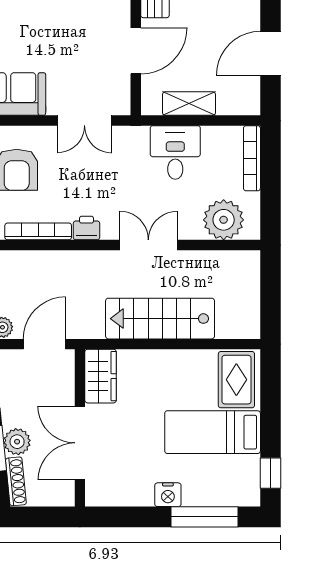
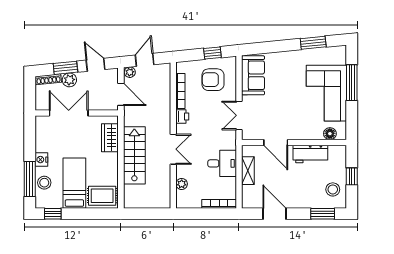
plant: (224, 220) -> (182, 184), width x0.53, depth x0.53
wardrobe: (101, 376) -> (110, 138), moved, turned 90
stool: (212, 489) -> (44, 183), added

